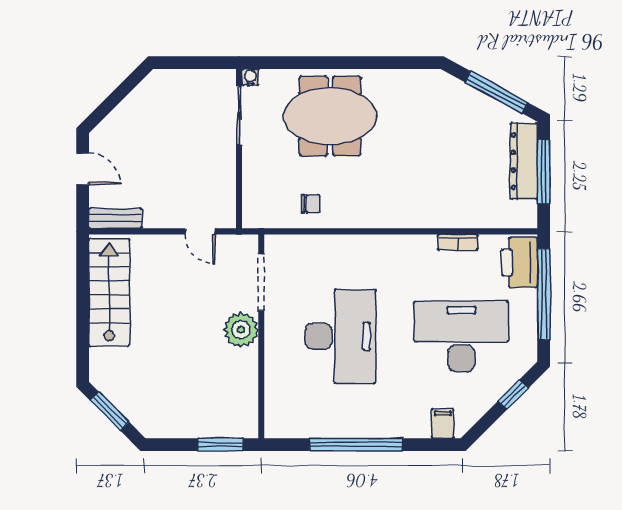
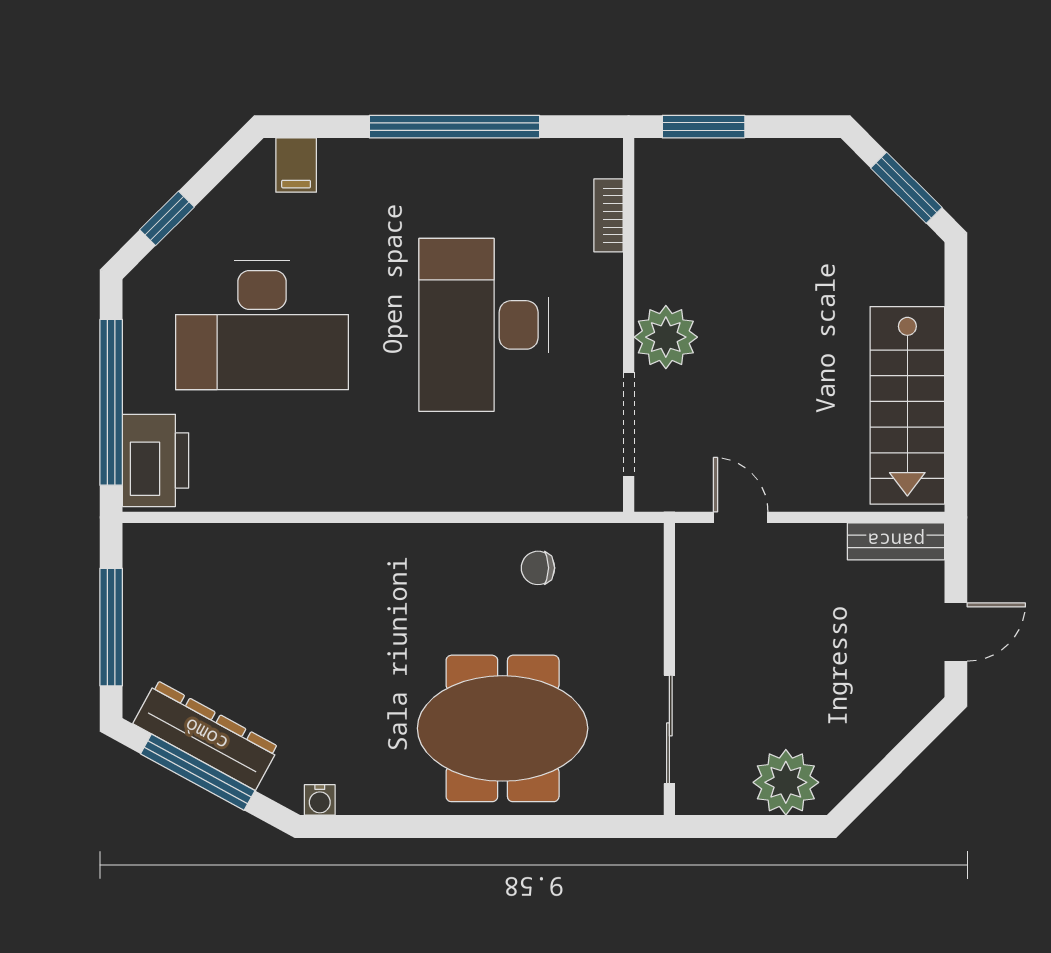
water cooler: (250, 77) -> (320, 800), moved
plant: (175, 87) -> (786, 782), added
dresser: (524, 161) -> (206, 735), moved, turned -61
door: (83, 169) -> (956, 632), swing flipped
bookcase: (458, 242) -> (609, 215), moved, turned -90

